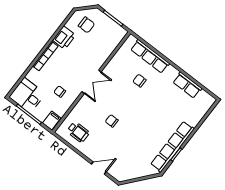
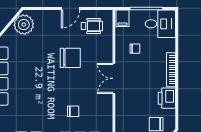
chair: (112, 121) -> (70, 58), width x1.87, depth x1.87
wheelchair: (78, 132) -> (92, 26), turned 180
door: (99, 168) -> (70, 8), moved
plant: (127, 171) -> (24, 25), added

